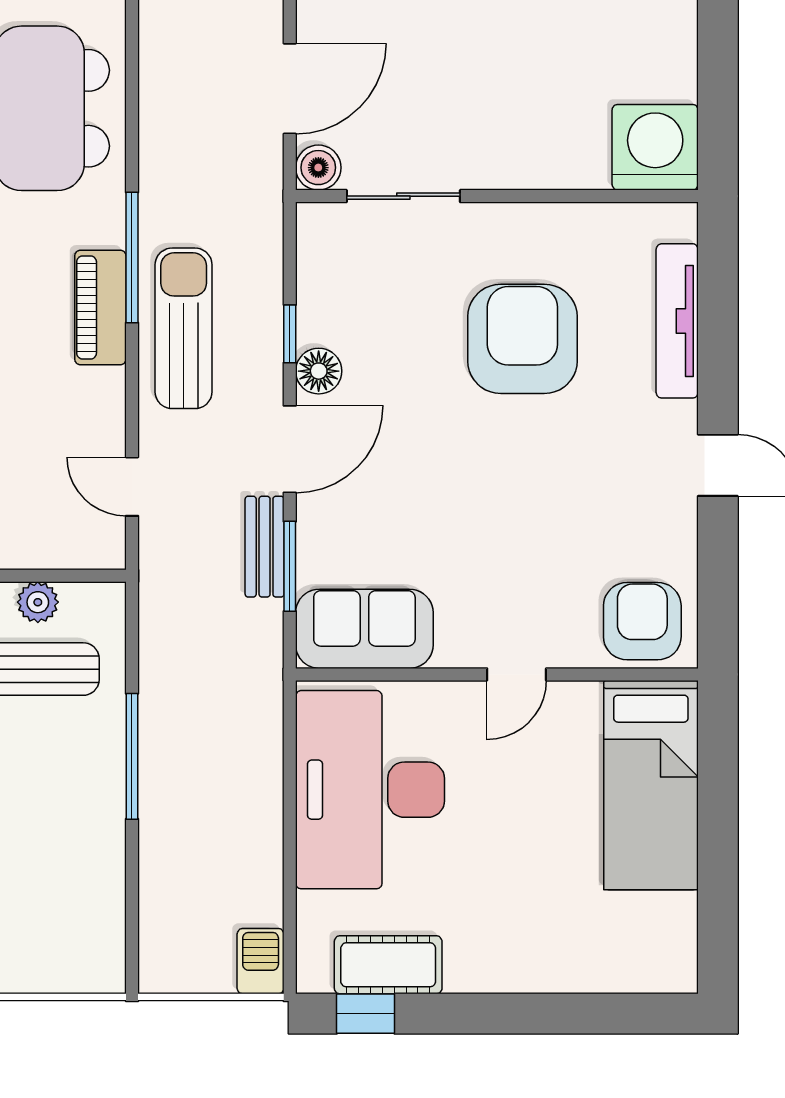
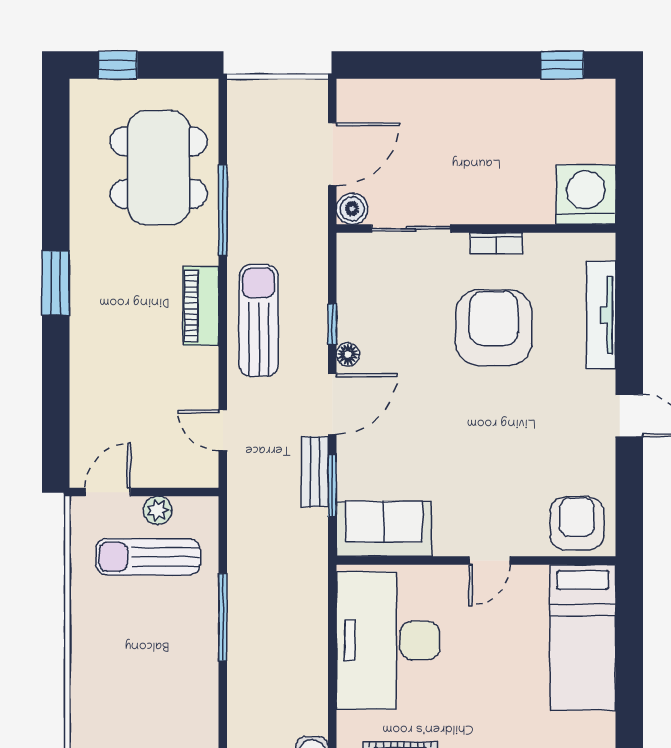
bookcase: (526, 217) -> (496, 243), added
window: (132, 257) -> (223, 210), moved
floor lamp: (319, 371) -> (348, 354), width x0.73, depth x0.73

